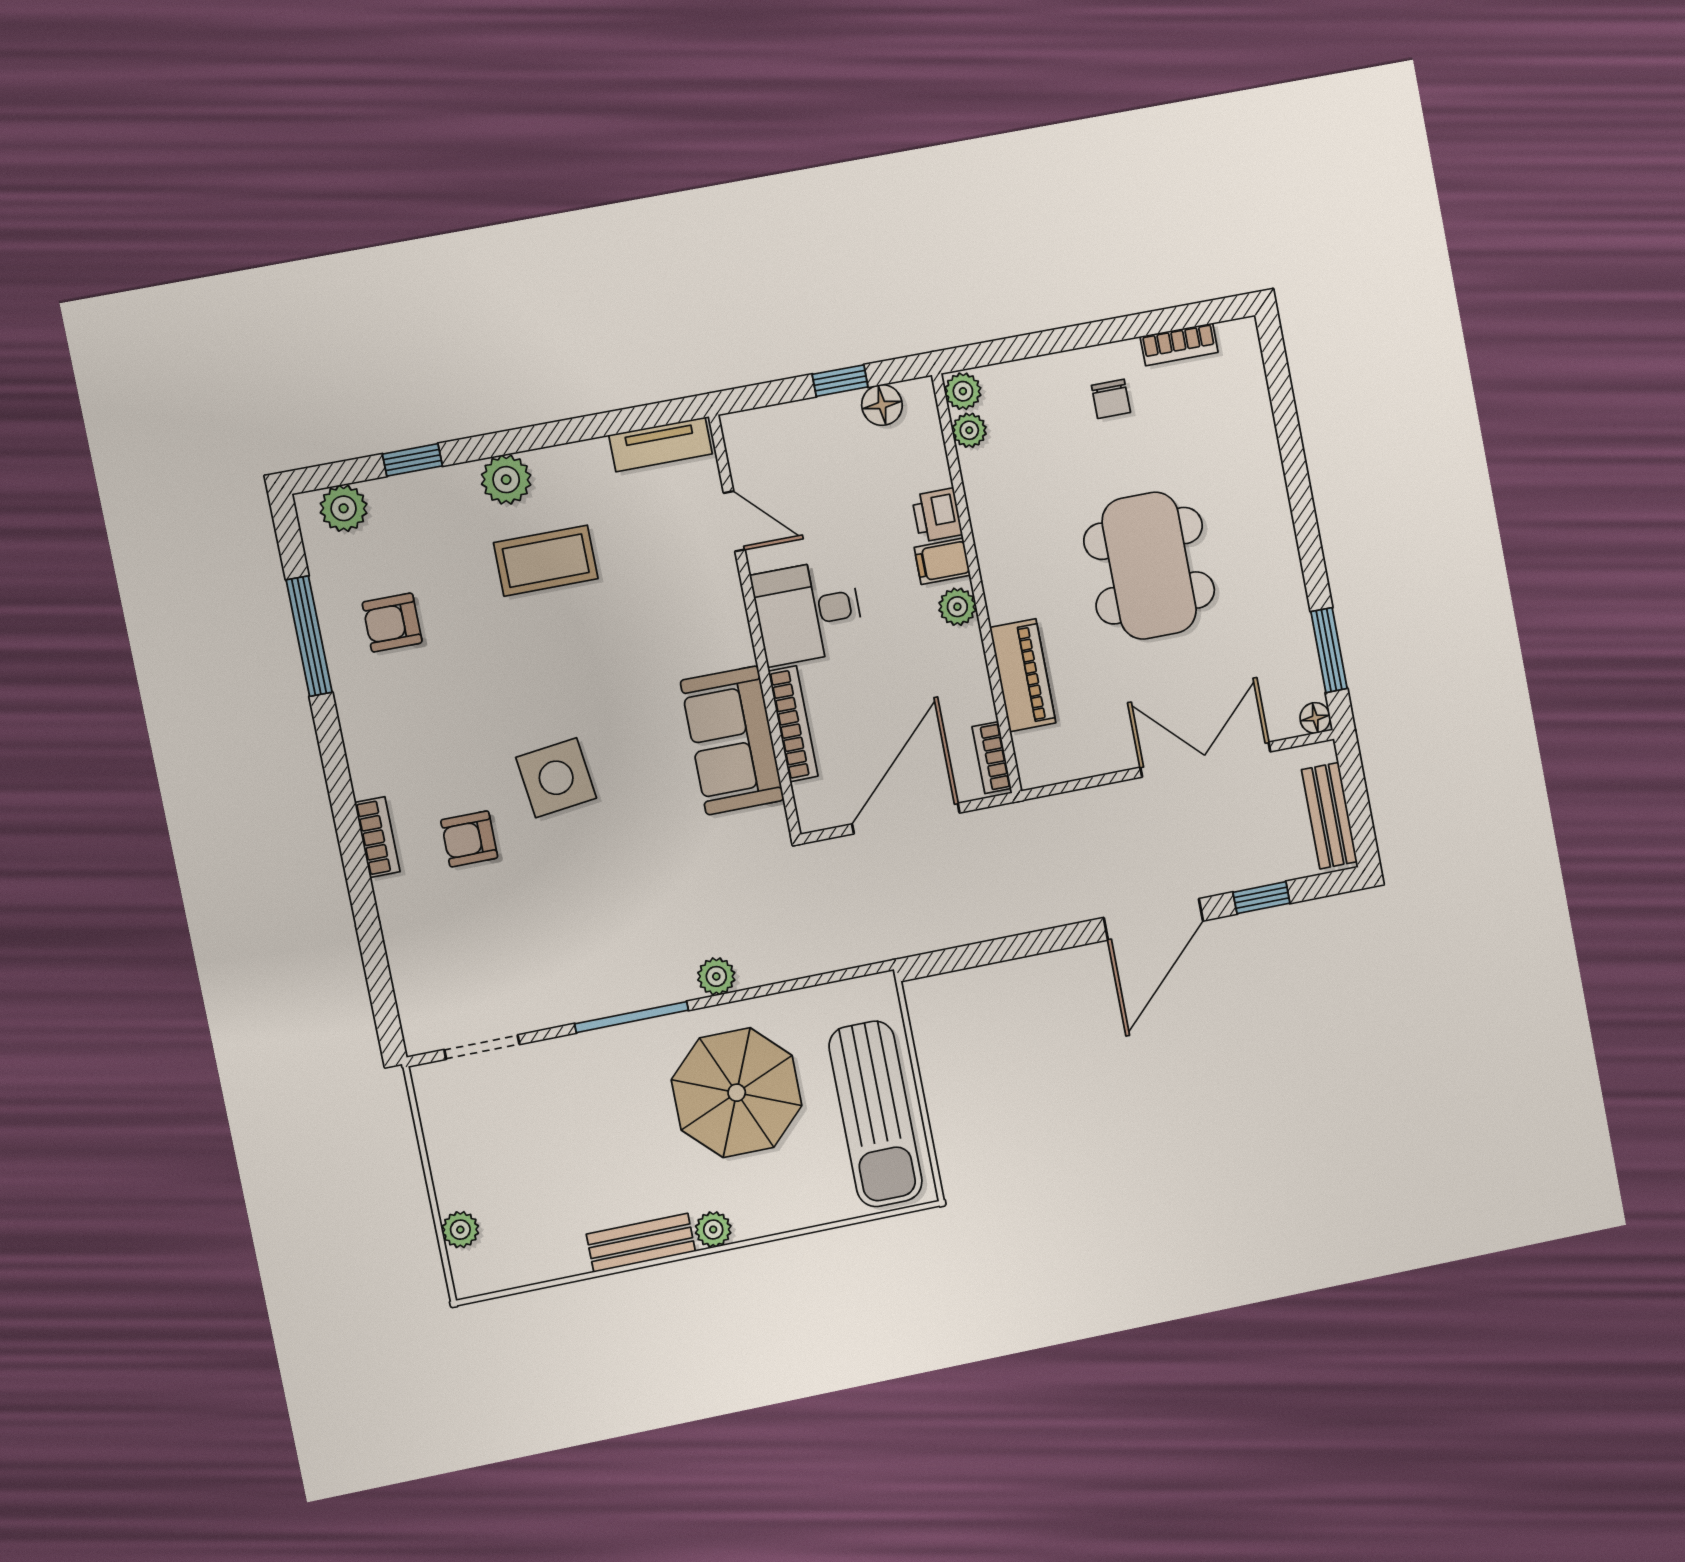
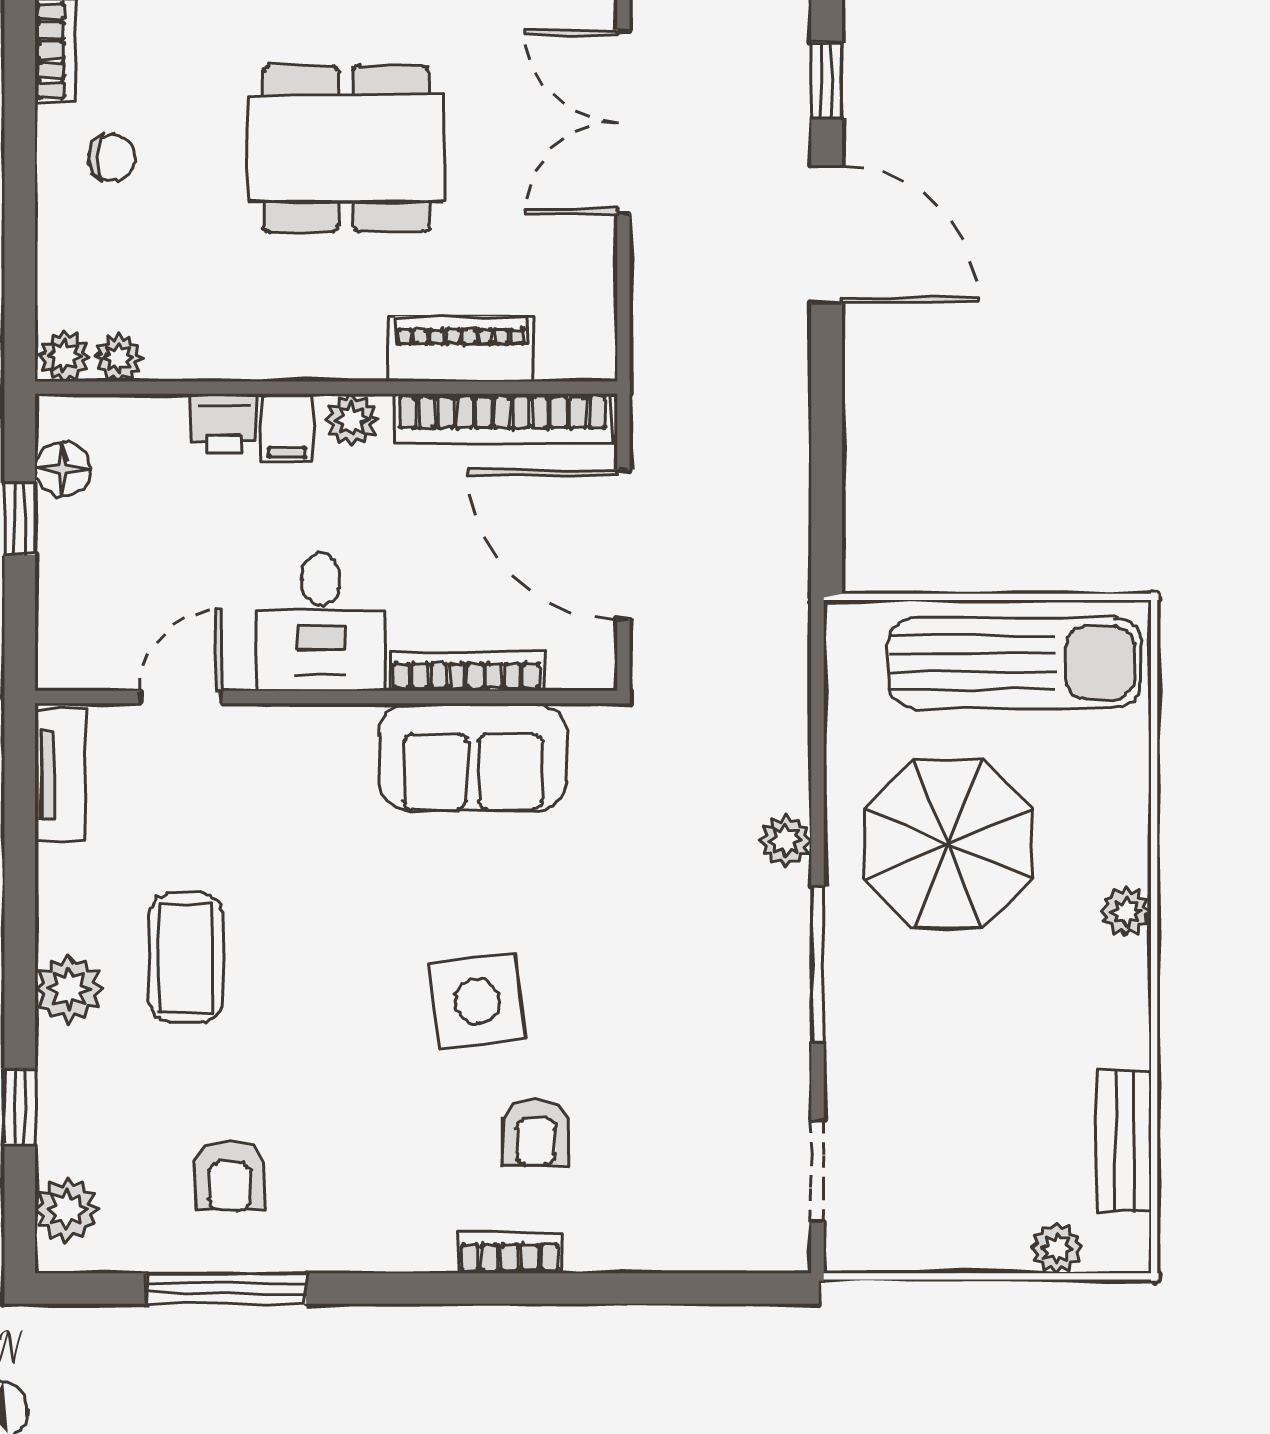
bookcase: (992, 758) -> (502, 418), width x2.31, depth x1.31
bench: (641, 1243) -> (1124, 1141), moved

